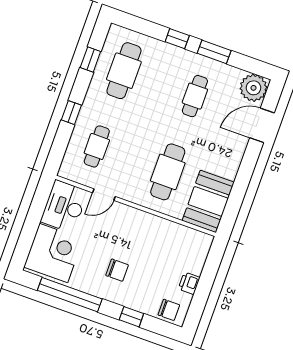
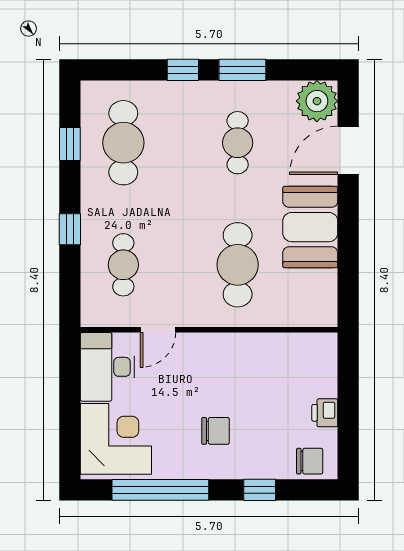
booth: (208, 201) -> (310, 227), moved

